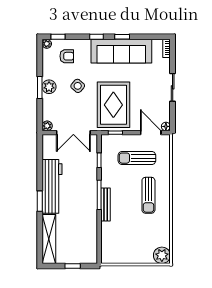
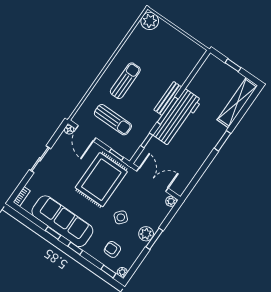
workbench: (52, 186) -> (178, 118), moved, turned 180

